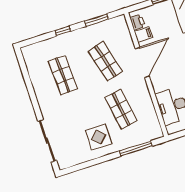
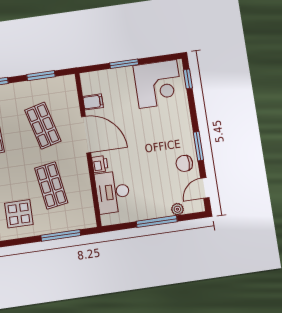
printer: (137, 22) -> (100, 164), moved
door: (142, 63) -> (86, 135), hinge flipped

